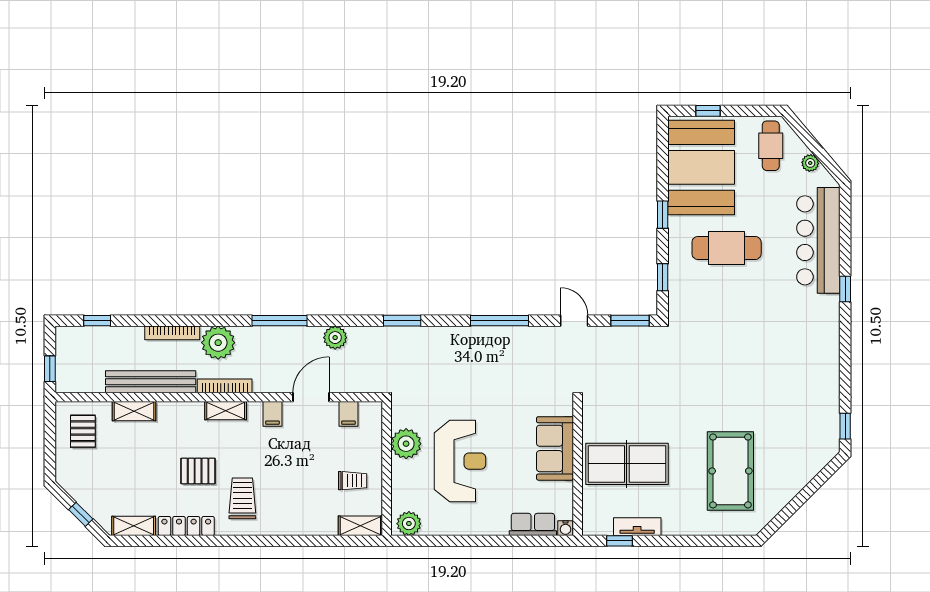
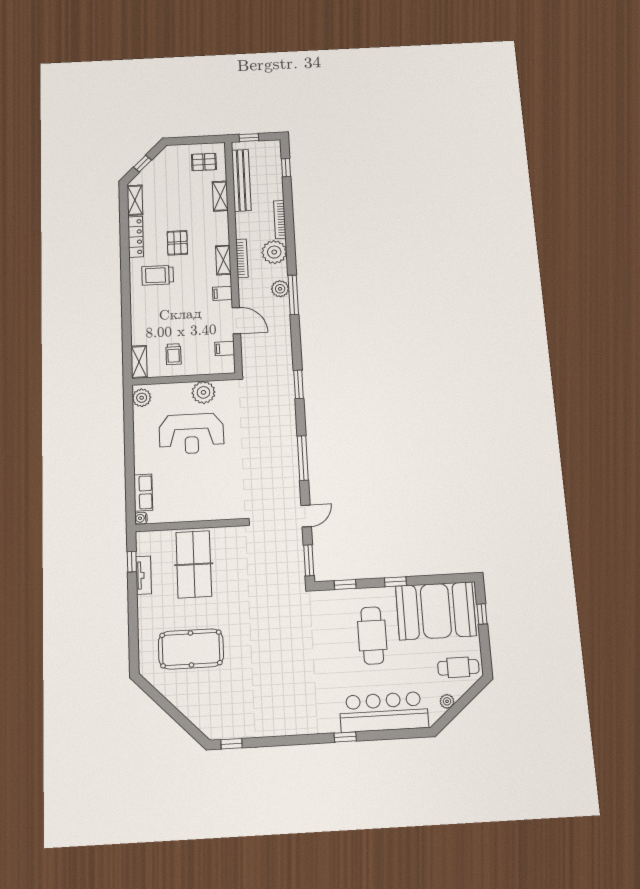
plant: (335, 338) -> (280, 289), moved
bench: (151, 382) -> (241, 180), moved
sofa: (555, 448) -> (204, 507), removed
trolley: (242, 498) -> (158, 275), turned 180

